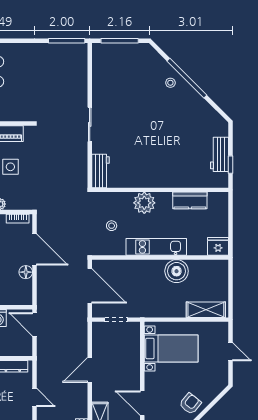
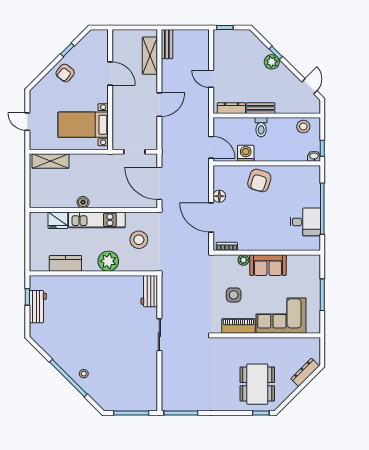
stool: (112, 226) -> (139, 240), width x1.89, depth x1.89
fridge: (218, 246) -> (58, 220), moved
boiler: (177, 271) -> (83, 202), width x0.54, depth x0.54

